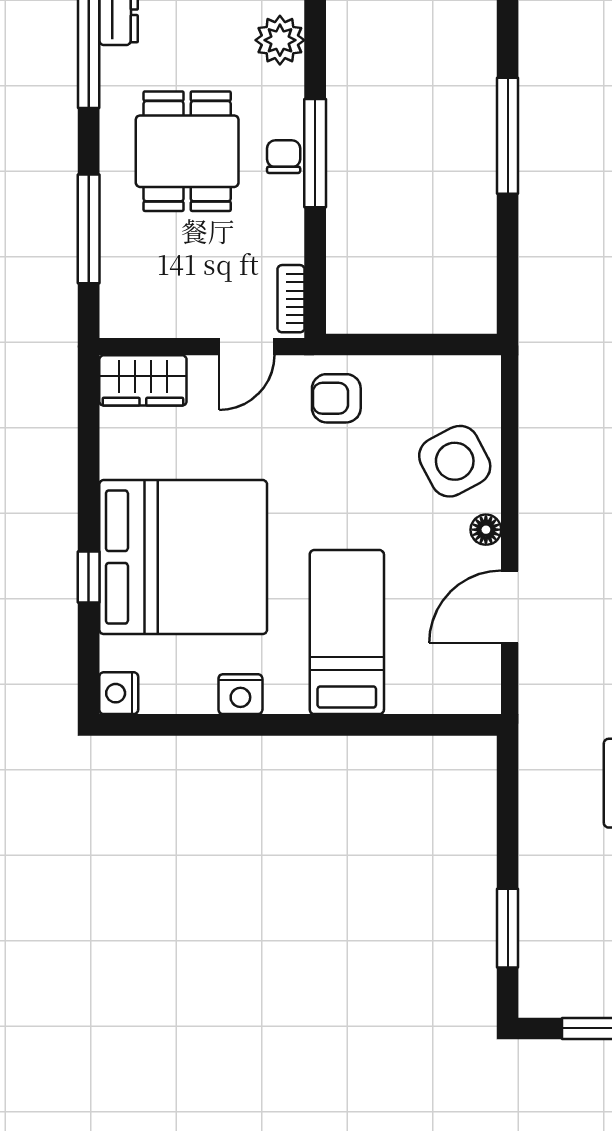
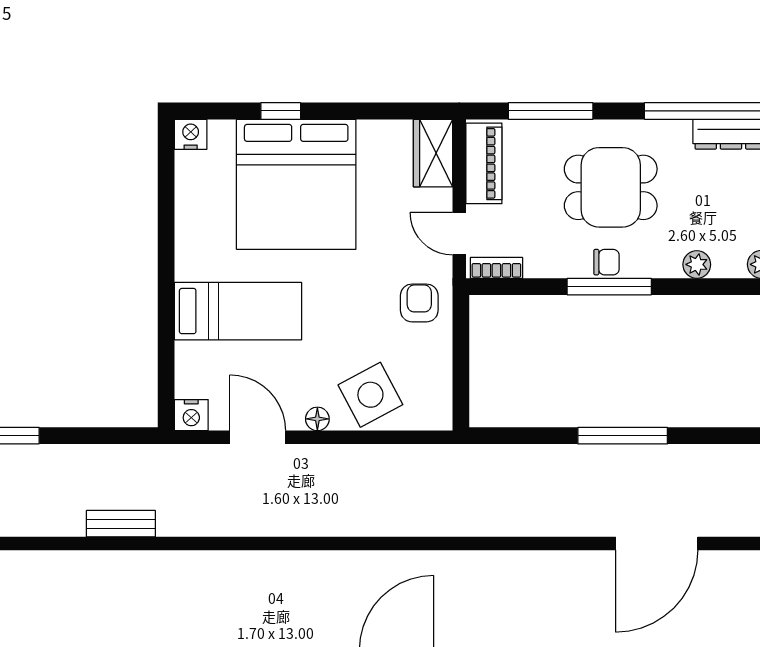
plant: (280, 40) -> (697, 264), width x0.73, depth x0.73
piano: (156, 315) -> (484, 163), added
nightstand: (240, 694) -> (191, 415), moved, turned -90

